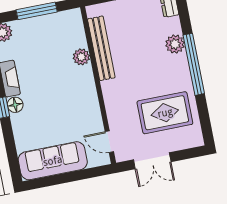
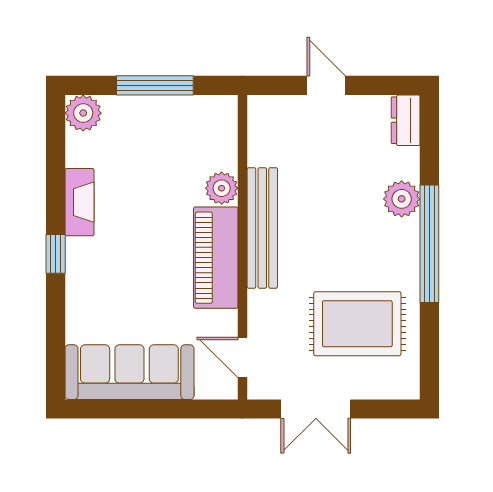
bench: (101, 48) -> (262, 228), moved
piano: (85, 93) -> (216, 258), added
floor lamp: (15, 105) -> (80, 253), removed

